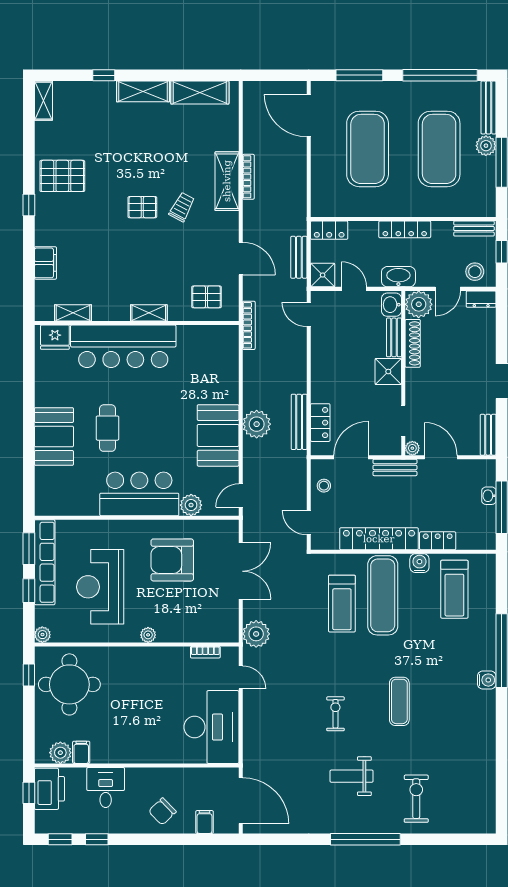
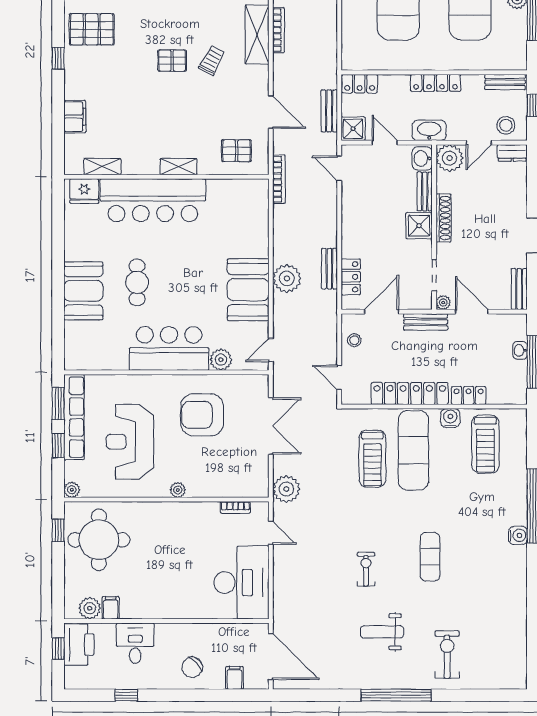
shoe rack: (413, 343) -> (443, 218), moved
bench: (299, 422) -> (329, 269), width x0.73
window: (60, 839) -> (90, 695), removed

